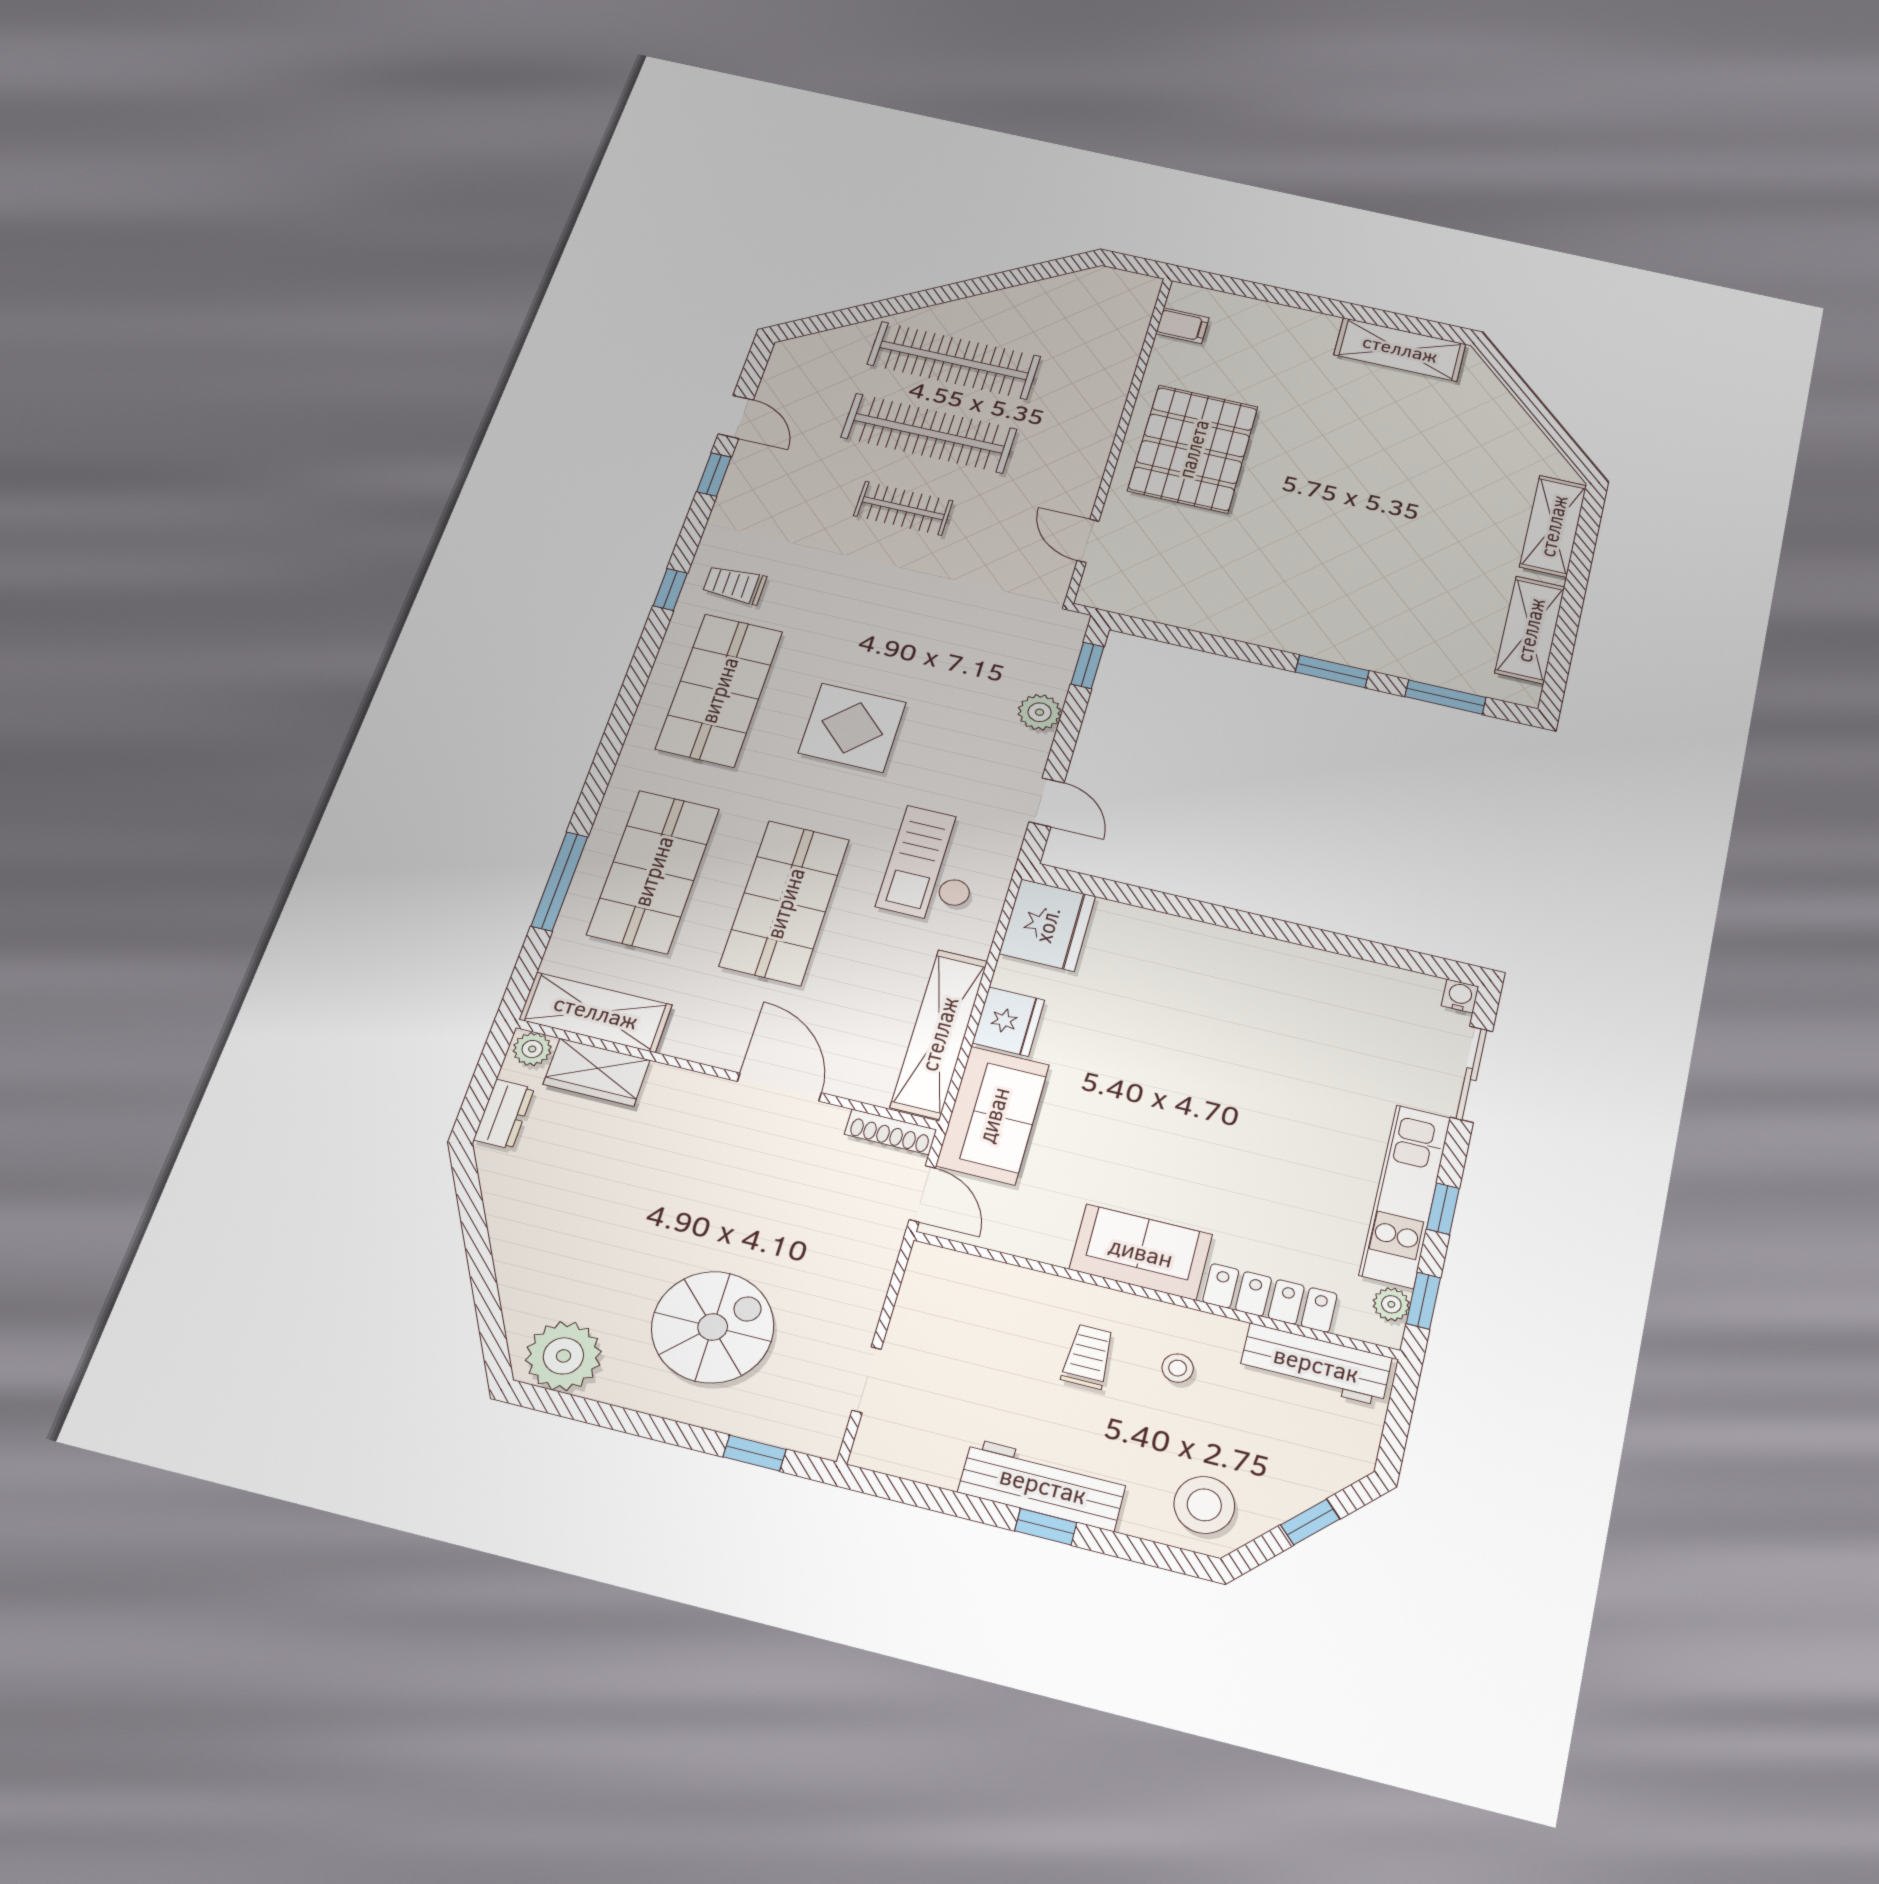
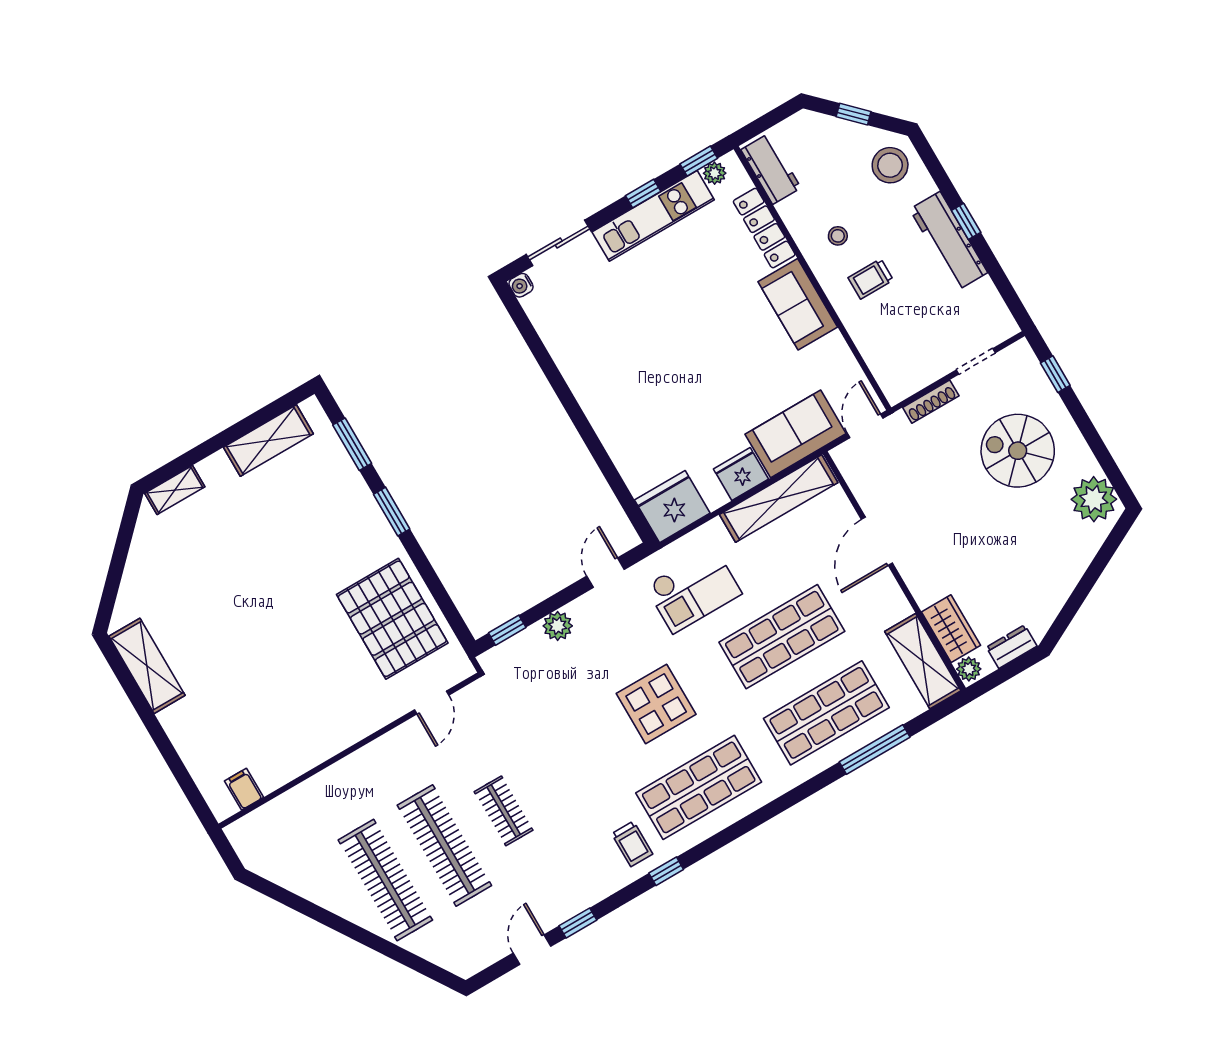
pallet: (1193, 449) -> (392, 619), moved, turned 90
shelving: (1553, 526) -> (175, 490), width x0.67, depth x0.75
shoe rack: (891, 1132) -> (931, 402), moved, turned 90
workbench: (1316, 1364) -> (771, 169), width x0.73

